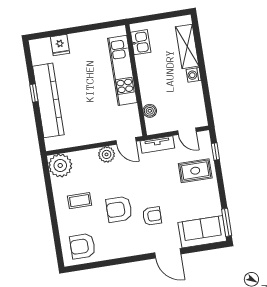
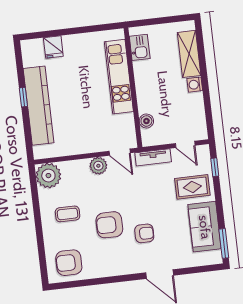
sofa: (202, 232) -> (205, 227), moved, turned -90

